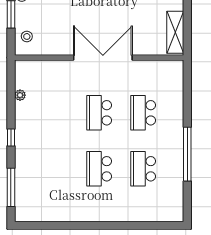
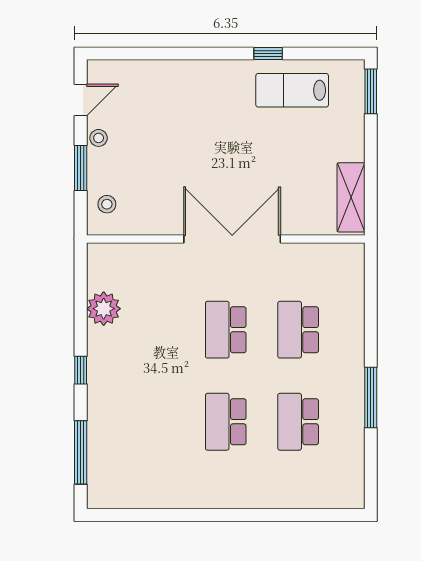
plant: (20, 95) -> (104, 309), width x1.87, depth x1.87
window: (187, 154) -> (371, 398), width x0.68

